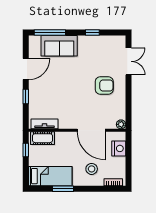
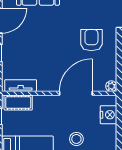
armchair: (104, 86) -> (91, 40), turned -90
door: (91, 130) -> (76, 93), swing flipped

